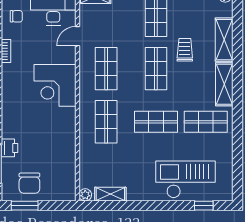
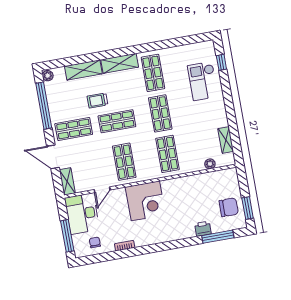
door: (78, 36) -> (102, 190), hinge flipped
shop shelf: (106, 69) -> (124, 162), turned 90
shop shelf: (106, 122) -> (168, 154), turned 90
checkout: (185, 179) -> (203, 81), width x0.73, depth x0.83
plant: (85, 195) -> (210, 164), moved

